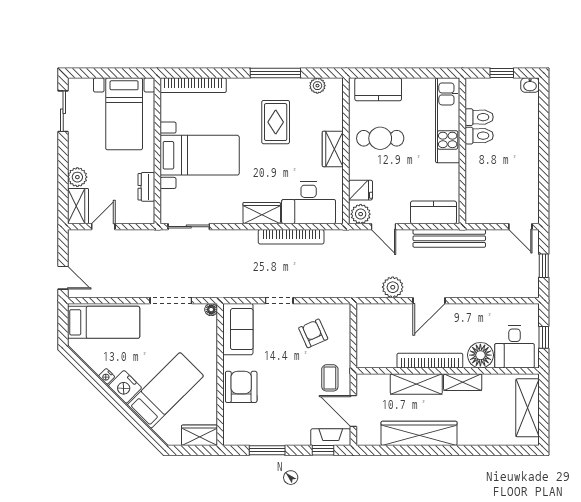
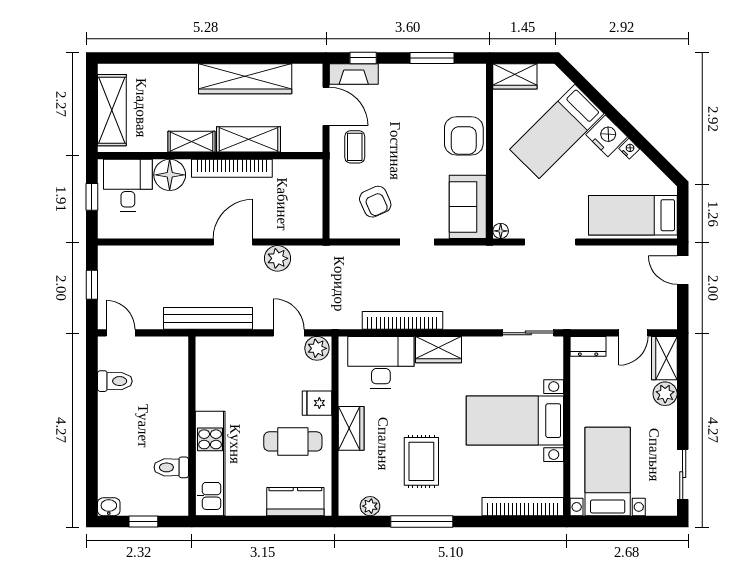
toilet: (479, 136) -> (115, 381), moved, turned 180
dresser: (146, 187) -> (588, 346), moved, turned 90
fridge: (361, 190) -> (317, 403), moved
kitchen counter: (433, 212) -> (227, 350), removed

